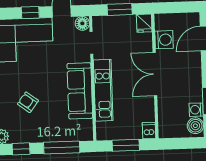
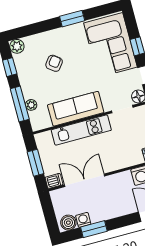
double door: (155, 74) -> (85, 180), moved
plant: (65, 136) -> (31, 105), added

